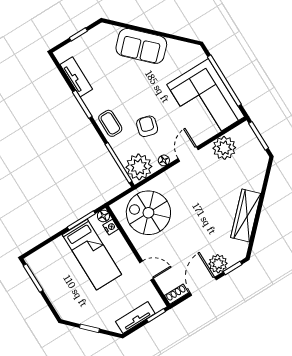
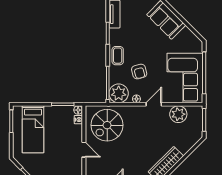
armchair: (147, 126) -> (139, 71), turned 149
spiral stairs: (148, 213) -> (107, 125), turned -90
bed: (92, 255) -> (33, 129), moved
door: (147, 270) -> (84, 150), moved

